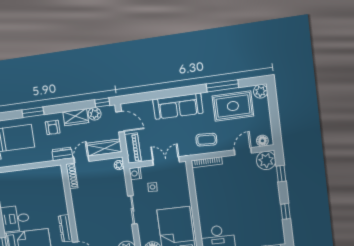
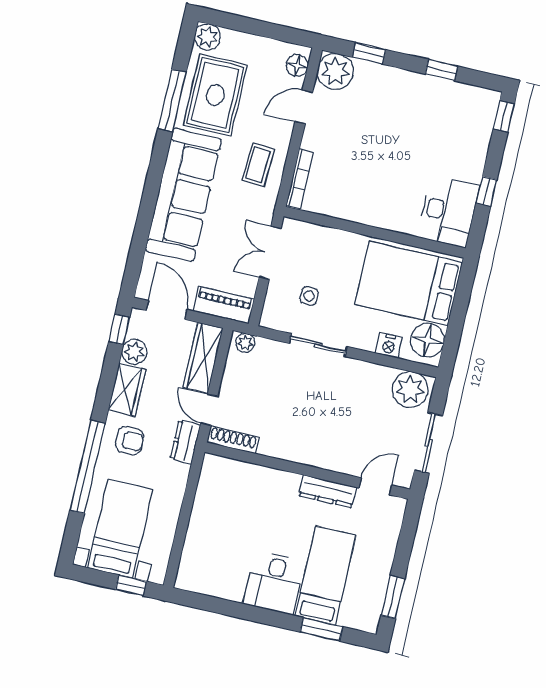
sofa: (178, 106) -> (183, 195), width x1.36, depth x1.27
window: (33, 112) -> (87, 467), width x2.11
door: (120, 122) -> (166, 310), hinge flipped
door: (243, 151) -> (304, 107), hinge flipped
nightstand: (135, 173) -> (389, 345), moved
sliding door: (133, 210) -> (318, 345), moved

